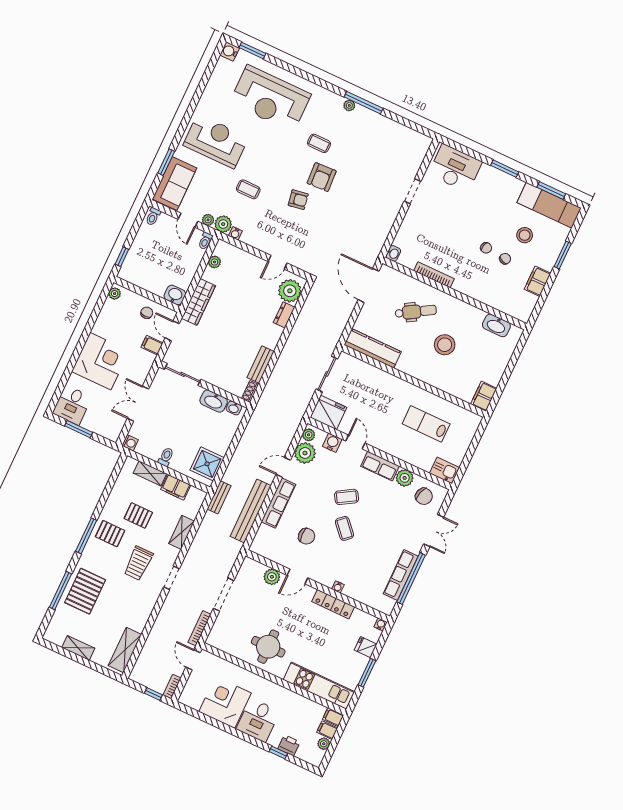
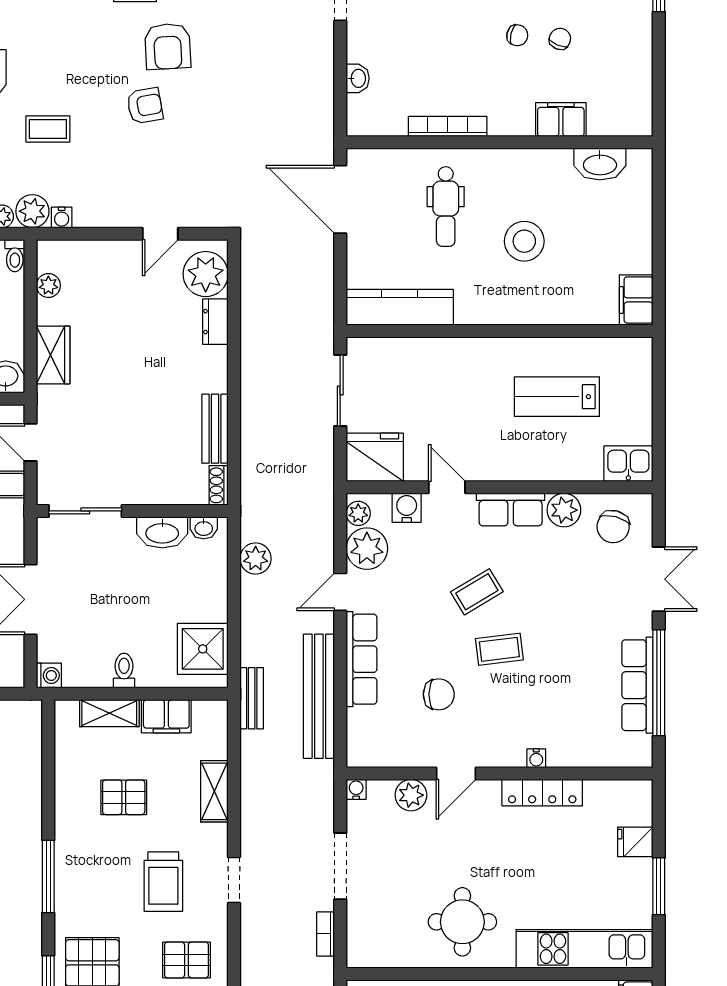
washbasin: (393, 253) -> (358, 78), moved
filing cabinet: (537, 281) -> (561, 119), moved, turned 90
wardrobe: (198, 302) -> (53, 355), width x0.67
dental chair: (416, 312) -> (446, 207), turned 121
plant: (251, 433) -> (256, 559), added
chair: (424, 496) -> (613, 527), turned 88
coffee table: (344, 528) -> (499, 649), turned -55
pallet: (110, 534) -> (186, 960), moved
water cooler: (381, 624) -> (356, 789), moved
bookcase: (199, 628) -> (326, 934), width x0.64

